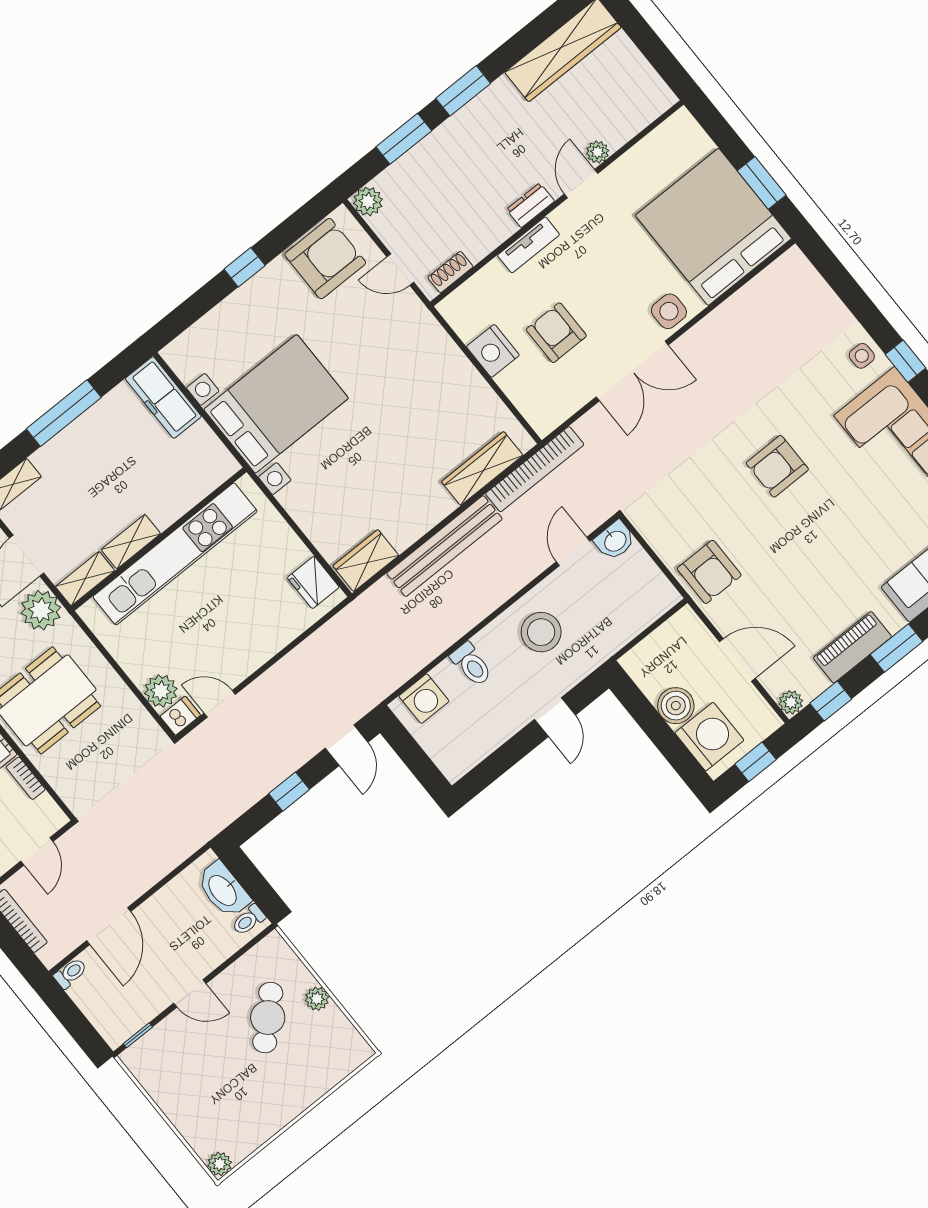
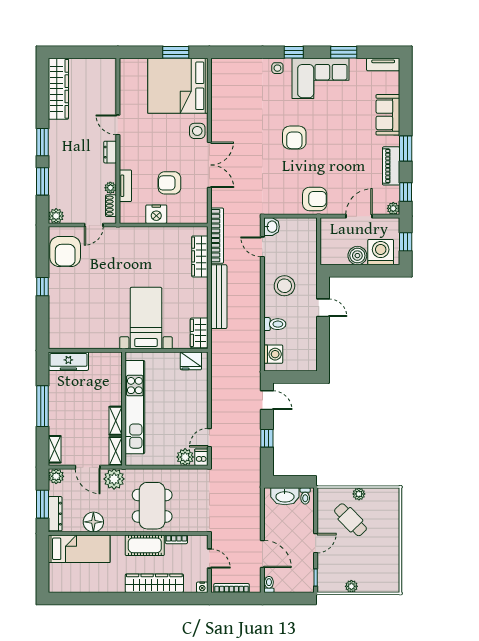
plant: (598, 152) -> (110, 188), moved
tv unit: (529, 245) -> (125, 186), moved
armchair: (325, 259) -> (65, 251), turned 180
bed with nightstands: (276, 404) -> (146, 318), moved, width x0.73
plant: (220, 1164) -> (351, 586), moved

